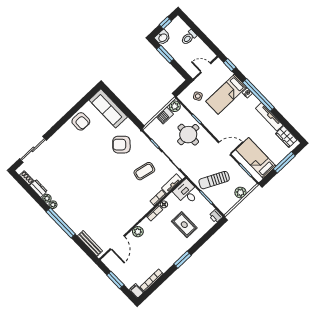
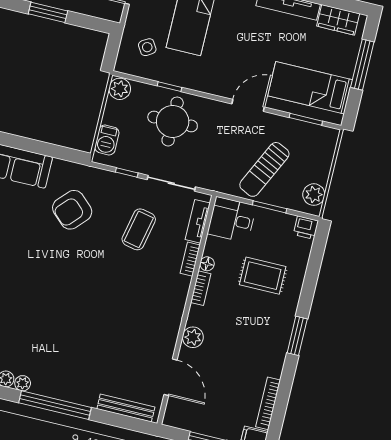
barbecue: (165, 115) -> (107, 140), moved
plant: (240, 192) -> (314, 195), moved

